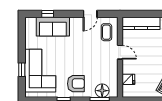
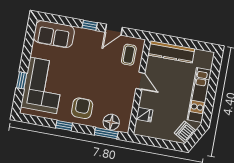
window: (48, 14) -> (90, 25), moved
sofa: (53, 27) -> (54, 34), moved
armchair: (76, 84) -> (82, 108), turned -90

